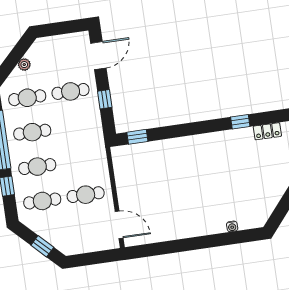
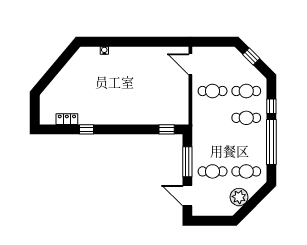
door: (98, 56) -> (187, 196), hinge flipped
plant: (24, 65) -> (239, 197), width x1.87, depth x1.87
window: (105, 99) -> (187, 162), width x2.17
cafe table: (32, 132) -> (246, 145), removed

